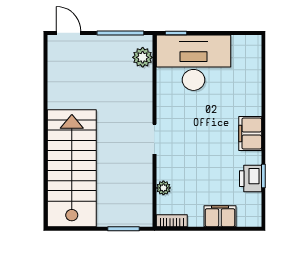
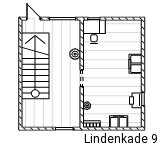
plant: (143, 57) -> (75, 54), moved
desk: (193, 63) -> (94, 32), width x0.53, depth x0.77
filing cabinet: (250, 134) -> (136, 64), moved
stairs: (72, 168) -> (35, 66), moved

